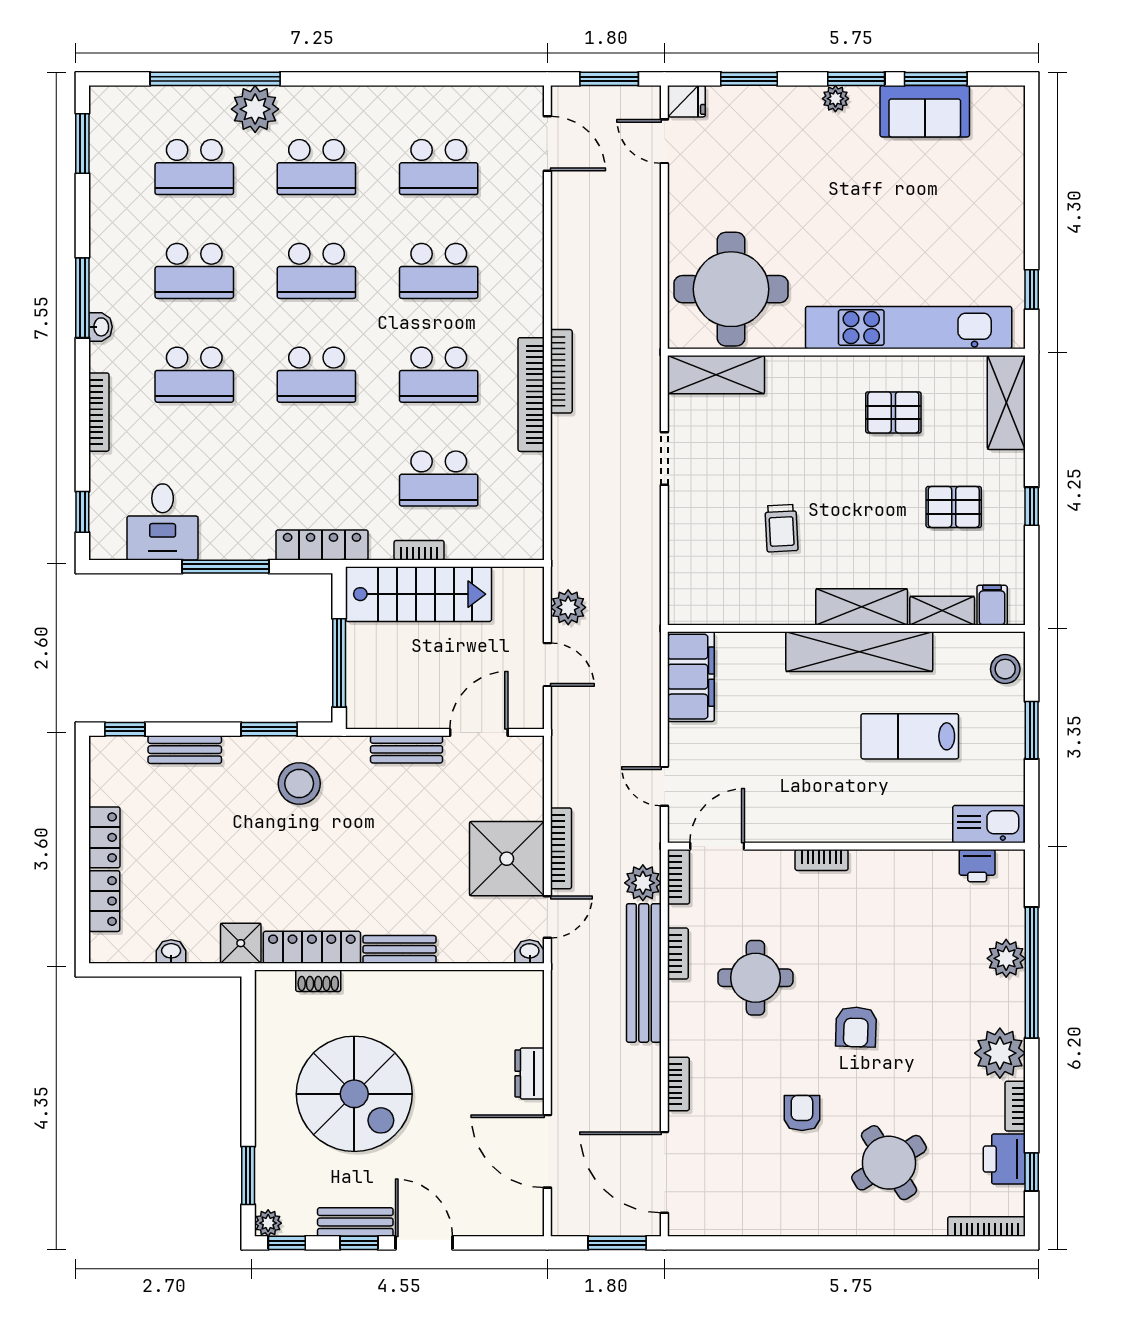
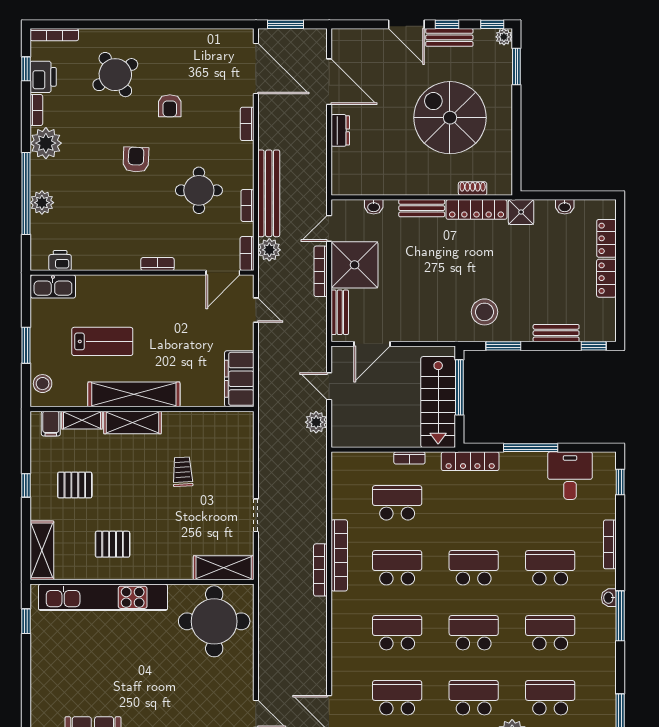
stairs: (419, 594) -> (438, 402), moved, turned -90
bench: (407, 749) -> (340, 312), moved, turned 90
washbasin: (530, 952) -> (374, 207), moved

